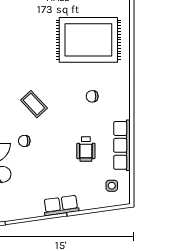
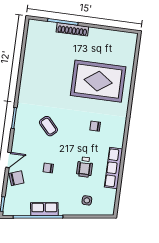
chair: (24, 141) -> (48, 168), moved
side table: (112, 186) -> (87, 200), moved
row of seats: (61, 205) -> (44, 209), moved

